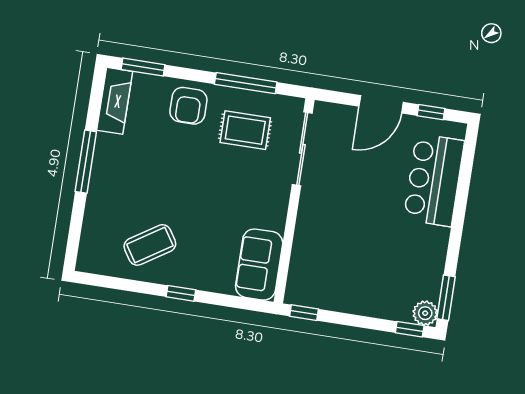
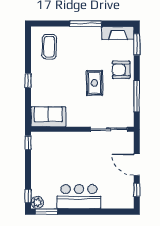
rug: (245, 130) -> (94, 83), moved
bar counter: (434, 180) -> (79, 197), moved
coffee table: (150, 245) -> (49, 47), moved, turned 35

